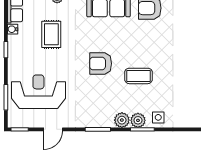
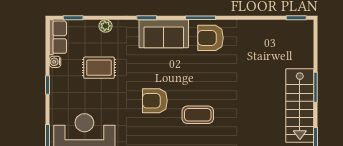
rug: (51, 34) -> (99, 68), turned 90

